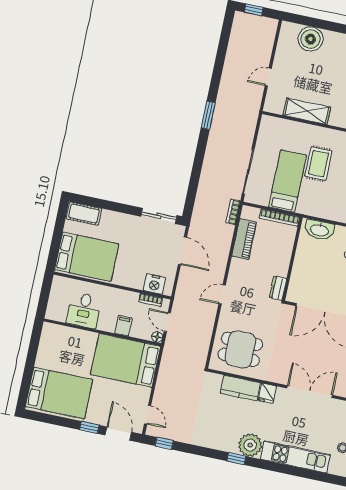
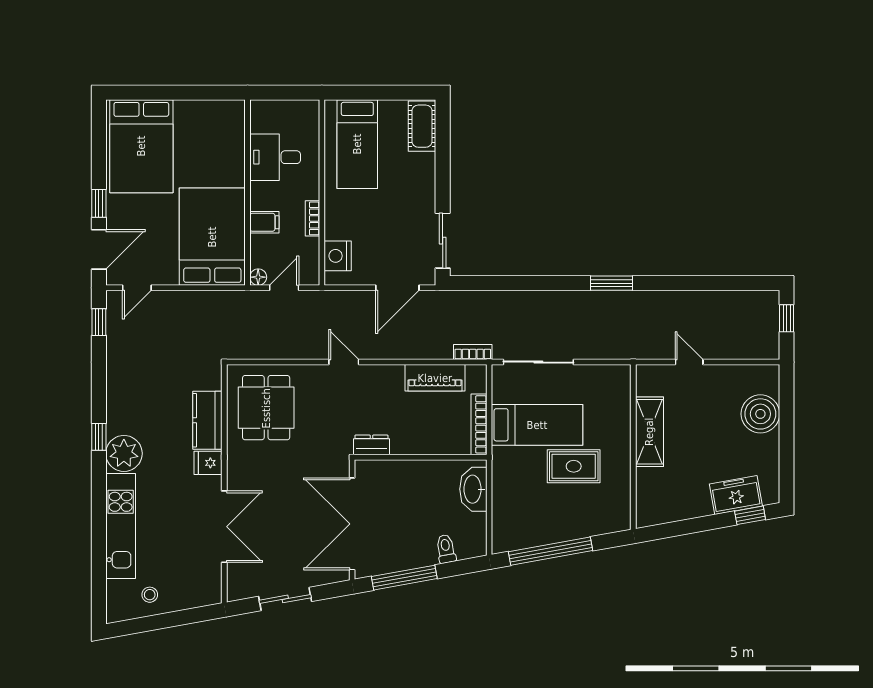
bed: (87, 257) -> (357, 144), width x0.67
bookcase: (151, 300) -> (312, 218), moved

